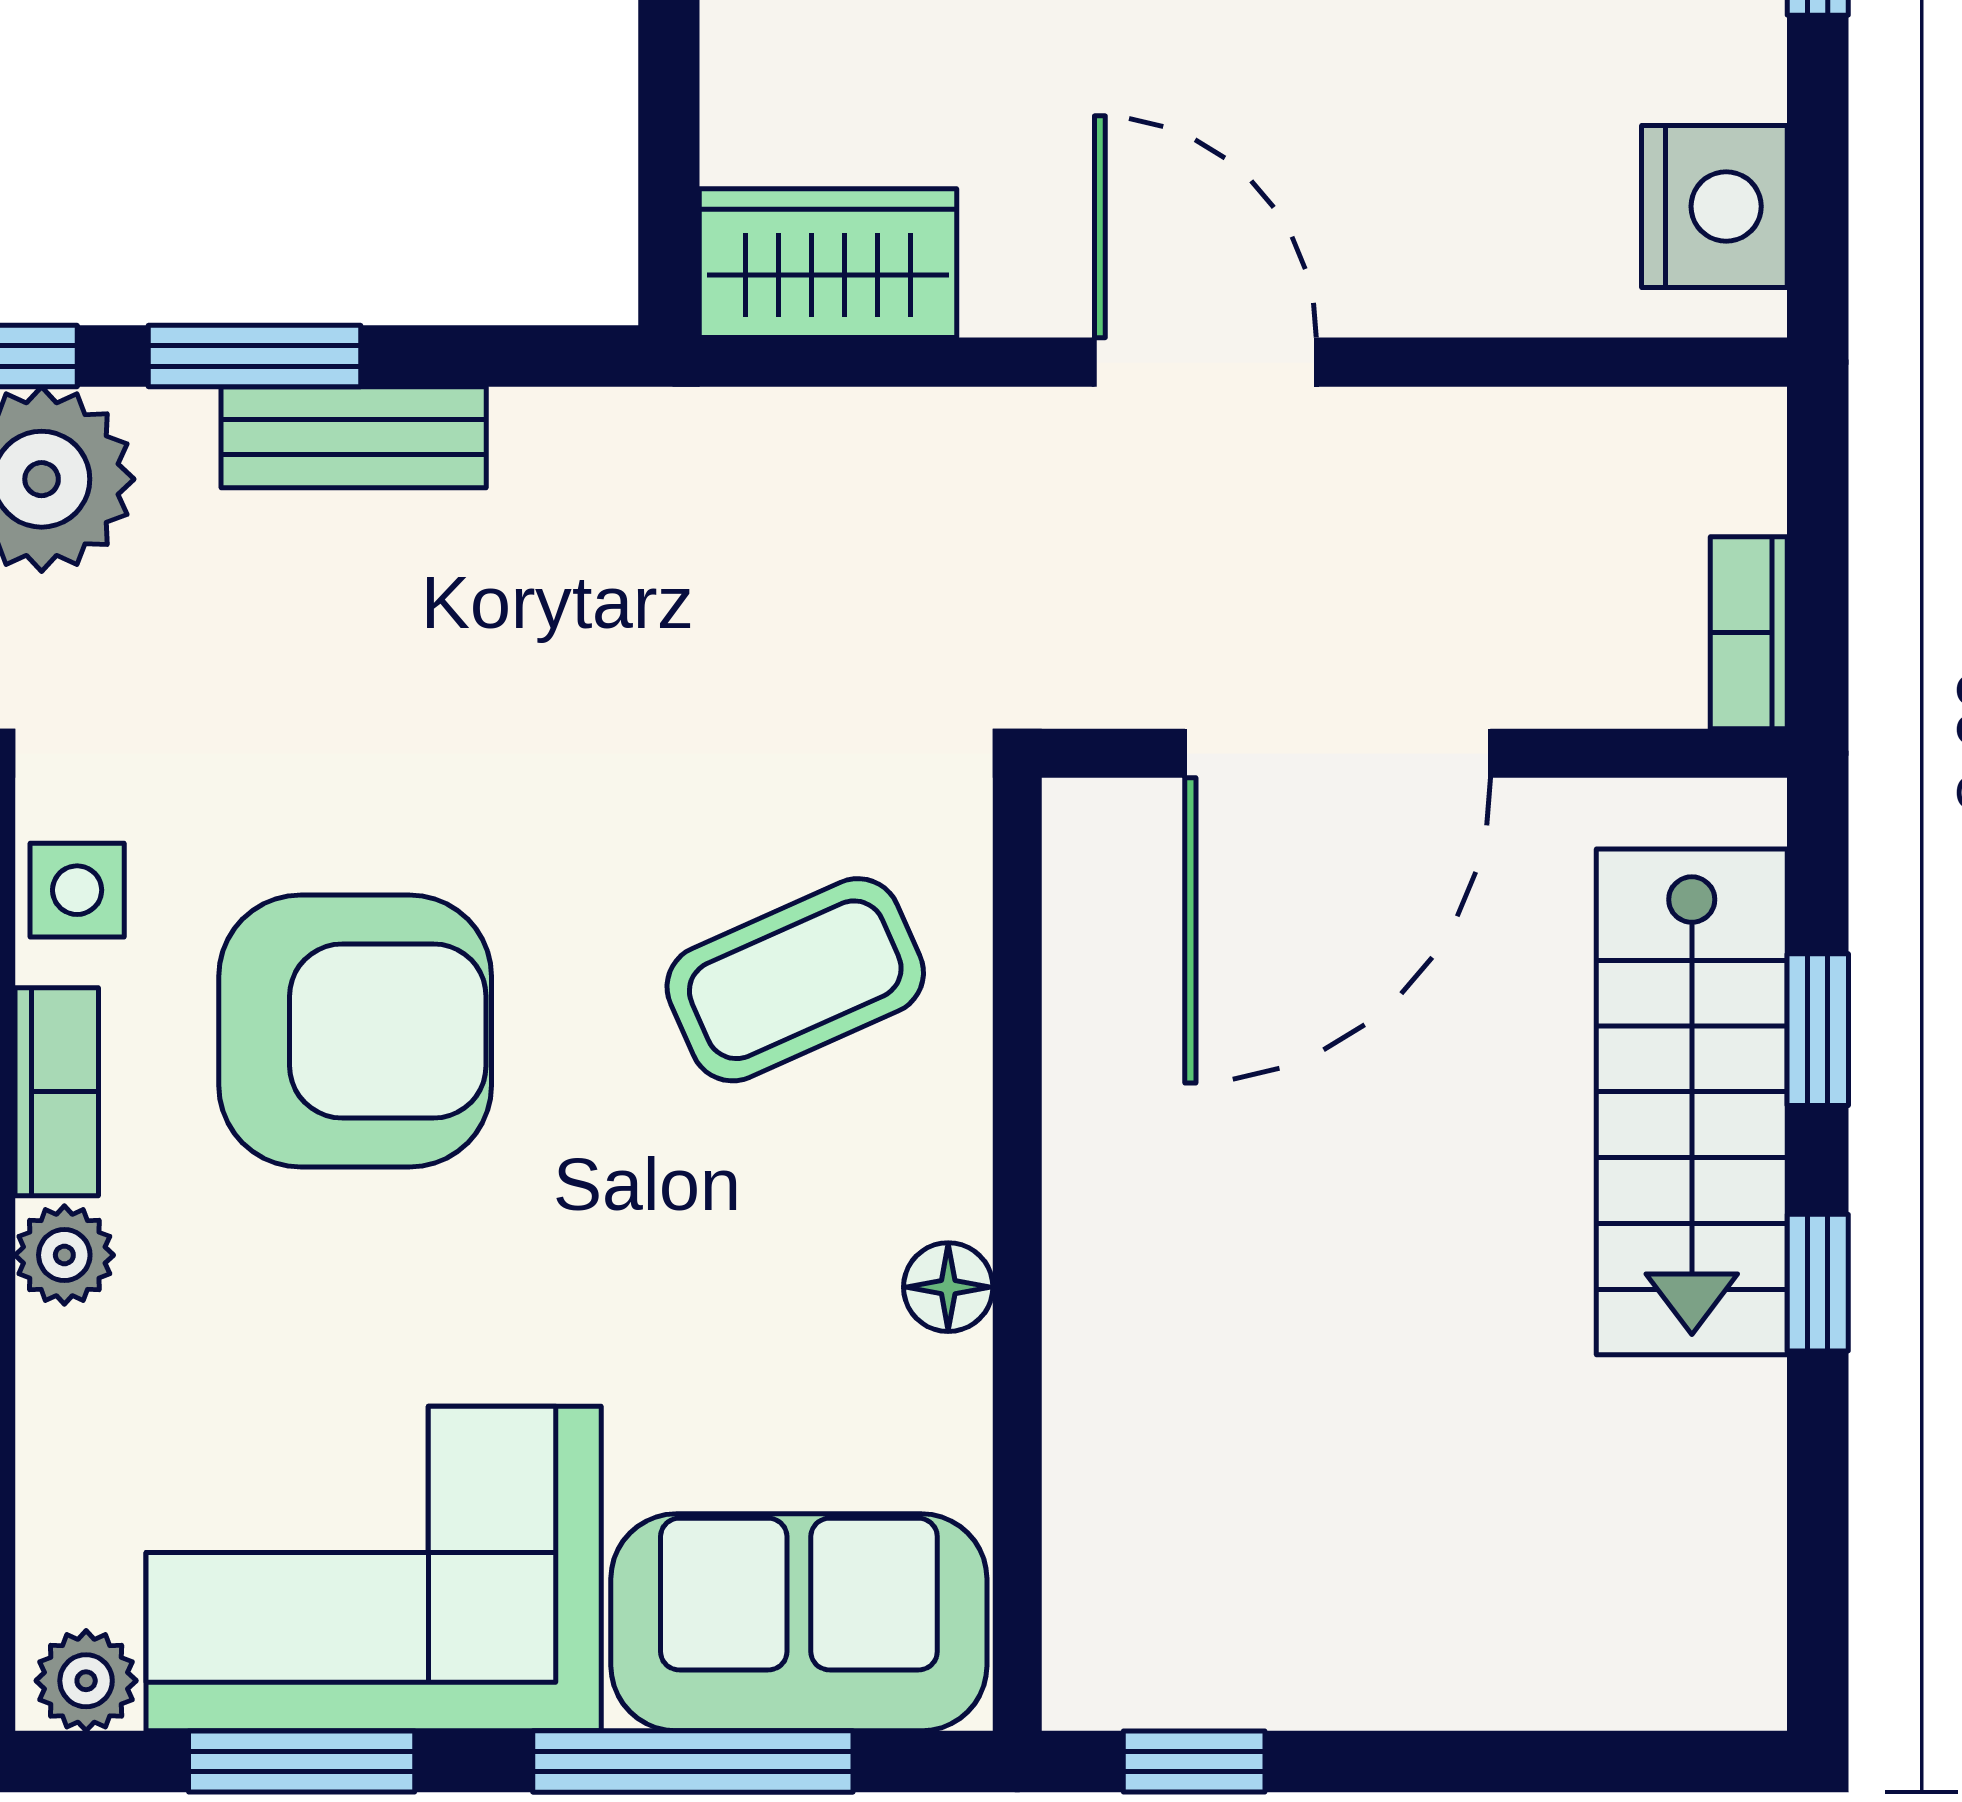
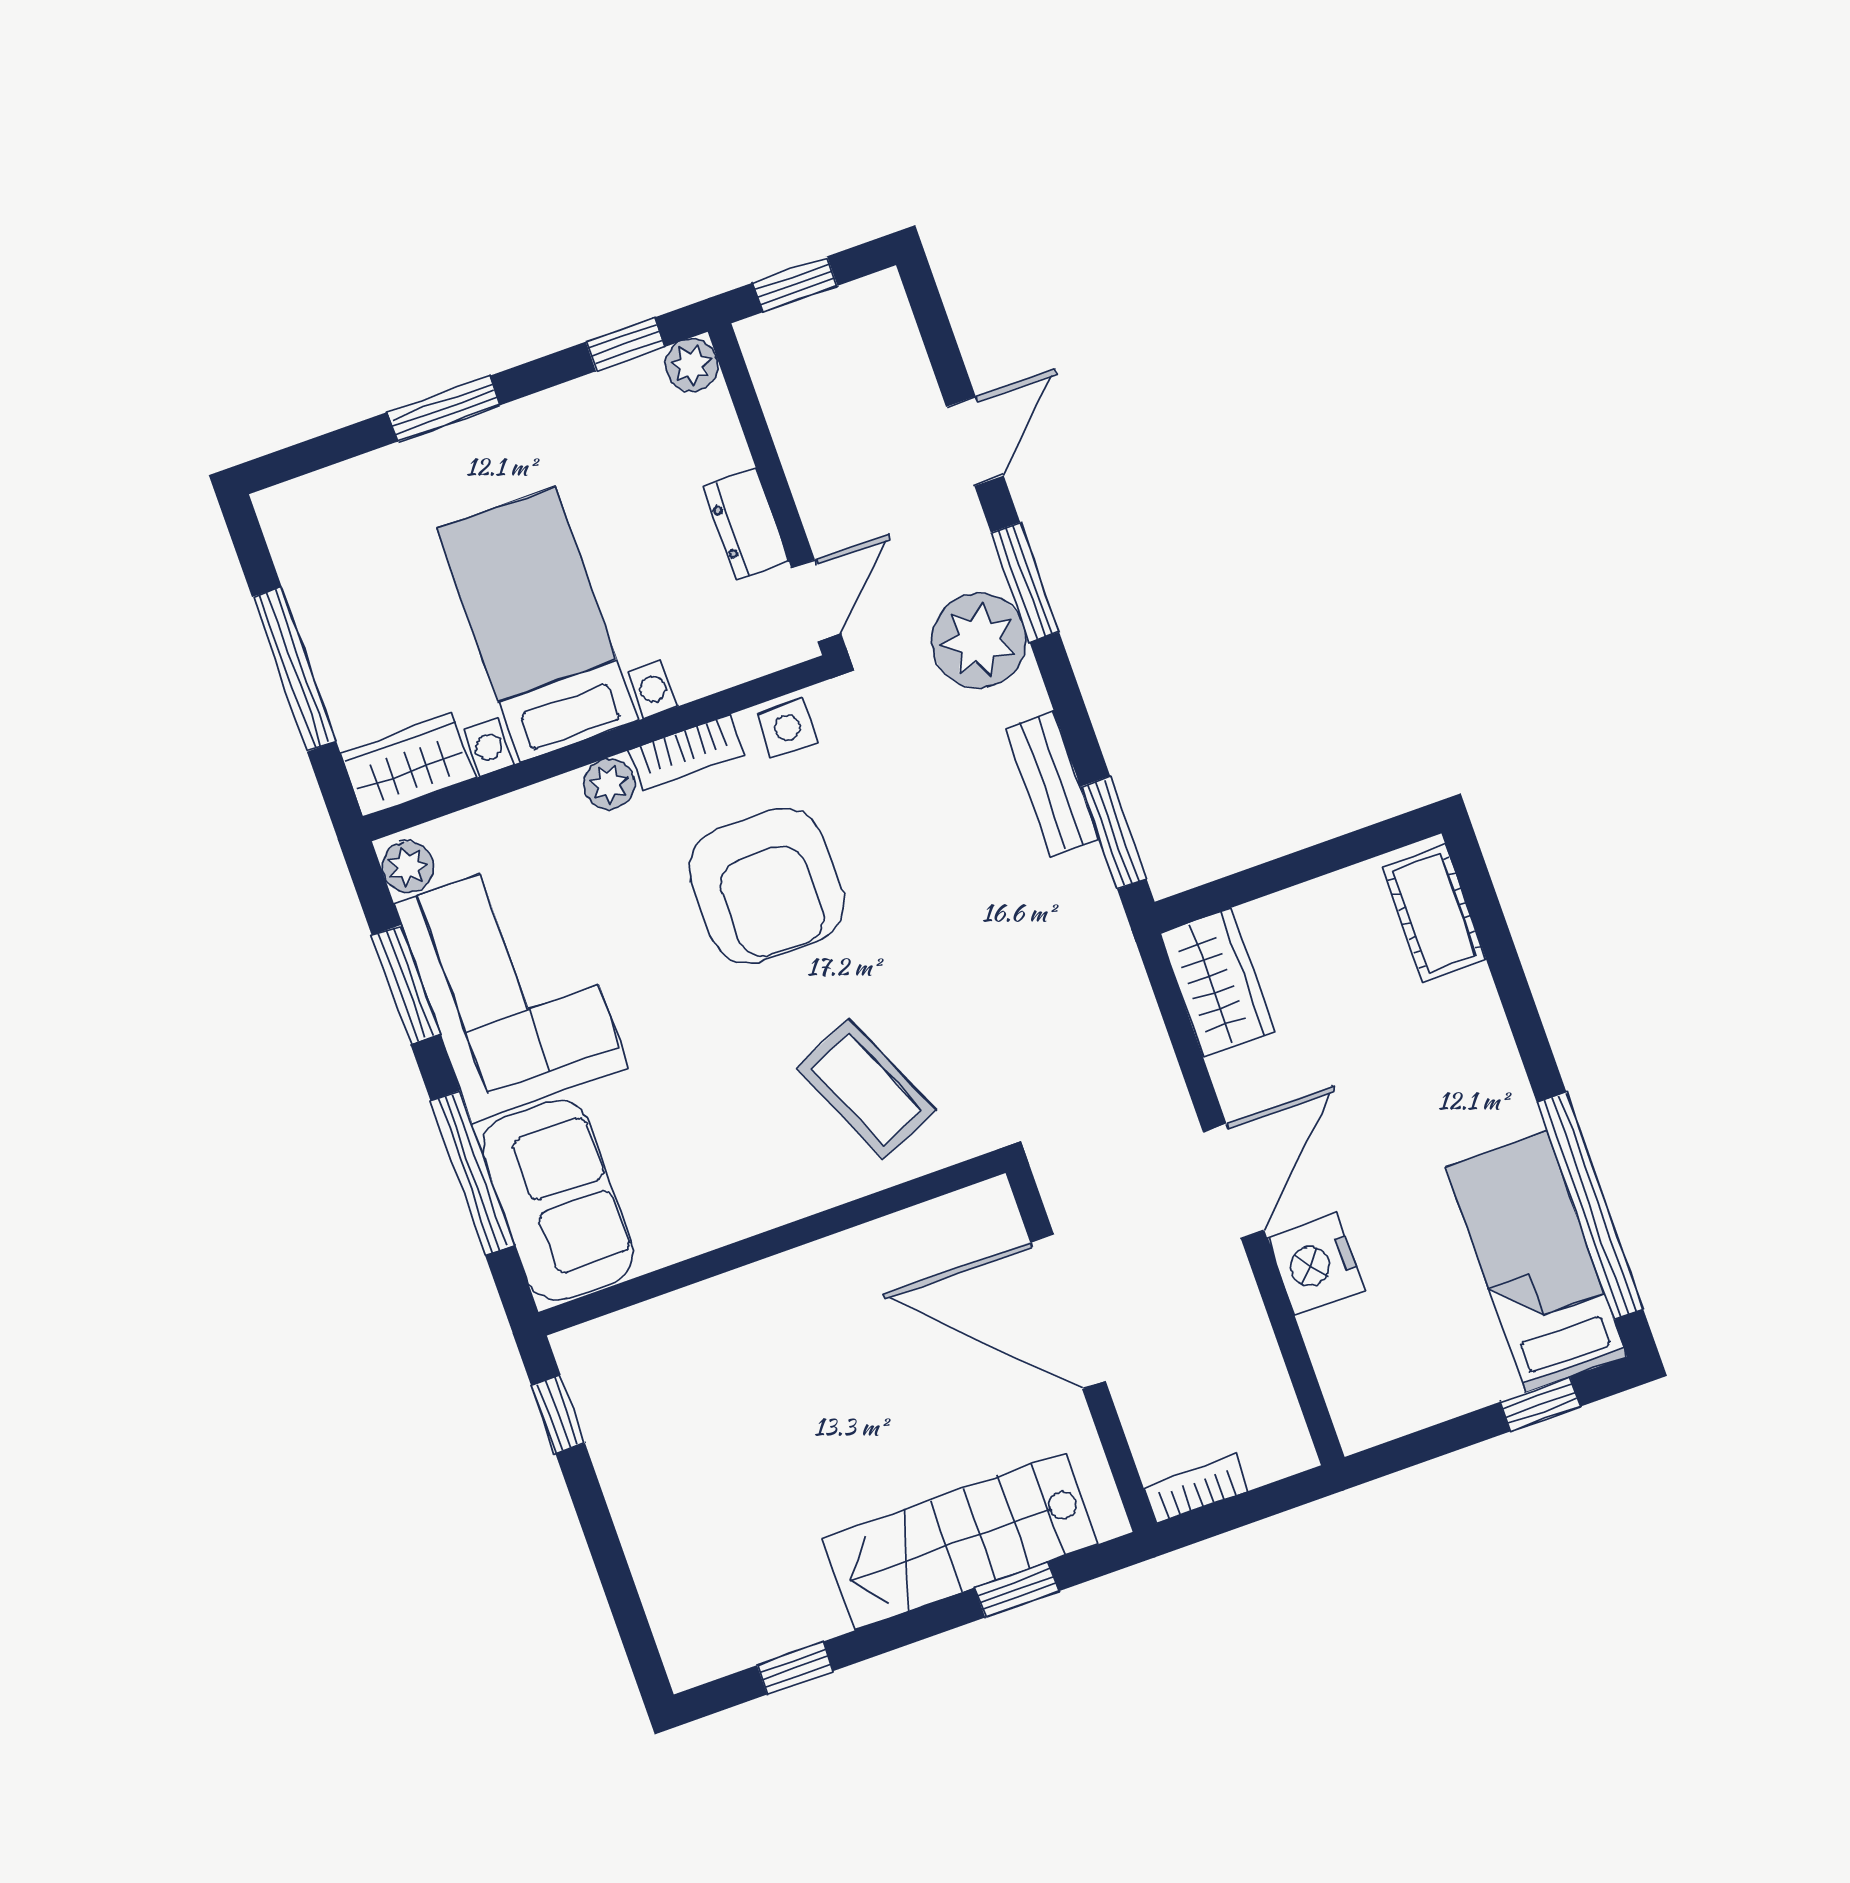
nightstand: (1714, 206) -> (1316, 1264), moved, turned 90
window: (254, 356) -> (1114, 833), moved
window: (1818, 1283) -> (795, 1668), moved
floor lamp: (948, 1287) -> (744, 1215), removed

